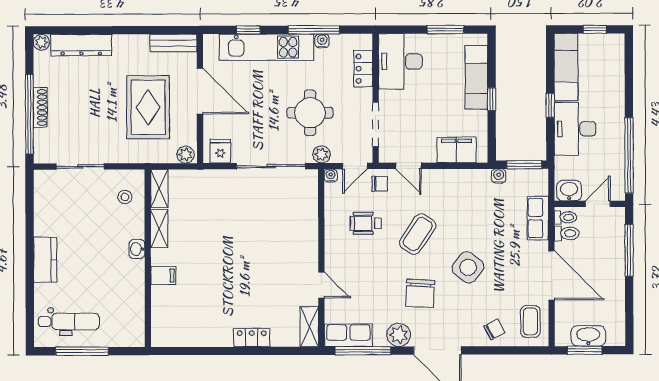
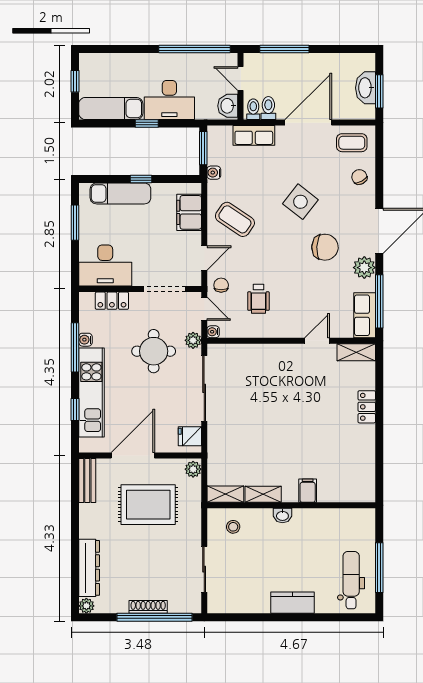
coffee table: (418, 234) -> (235, 219), moved

